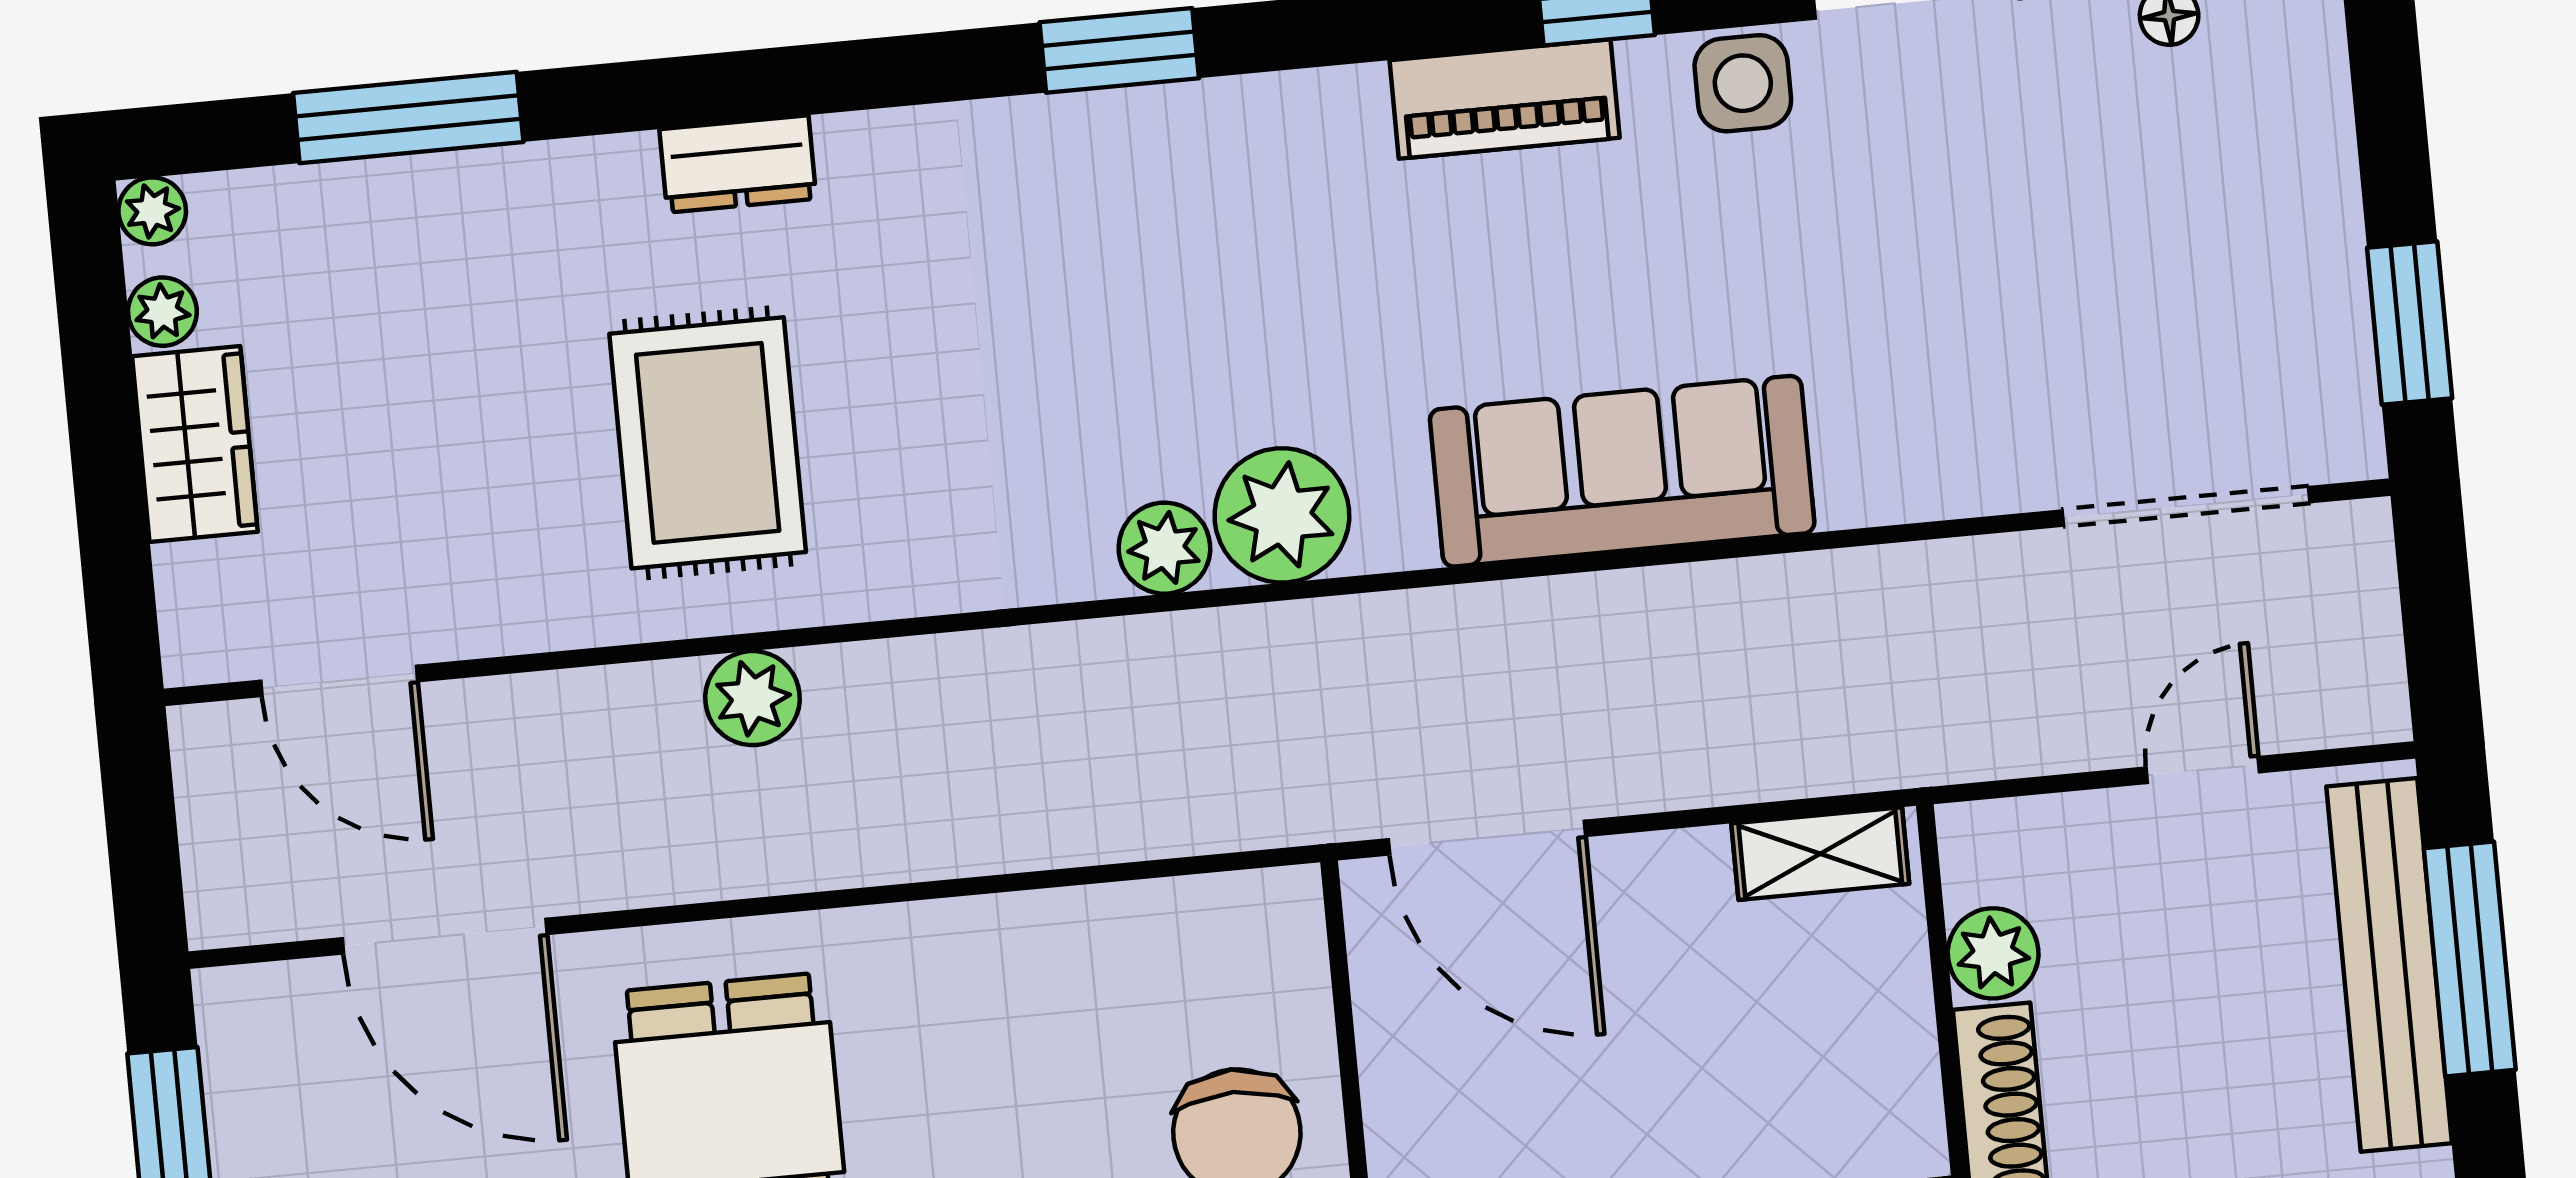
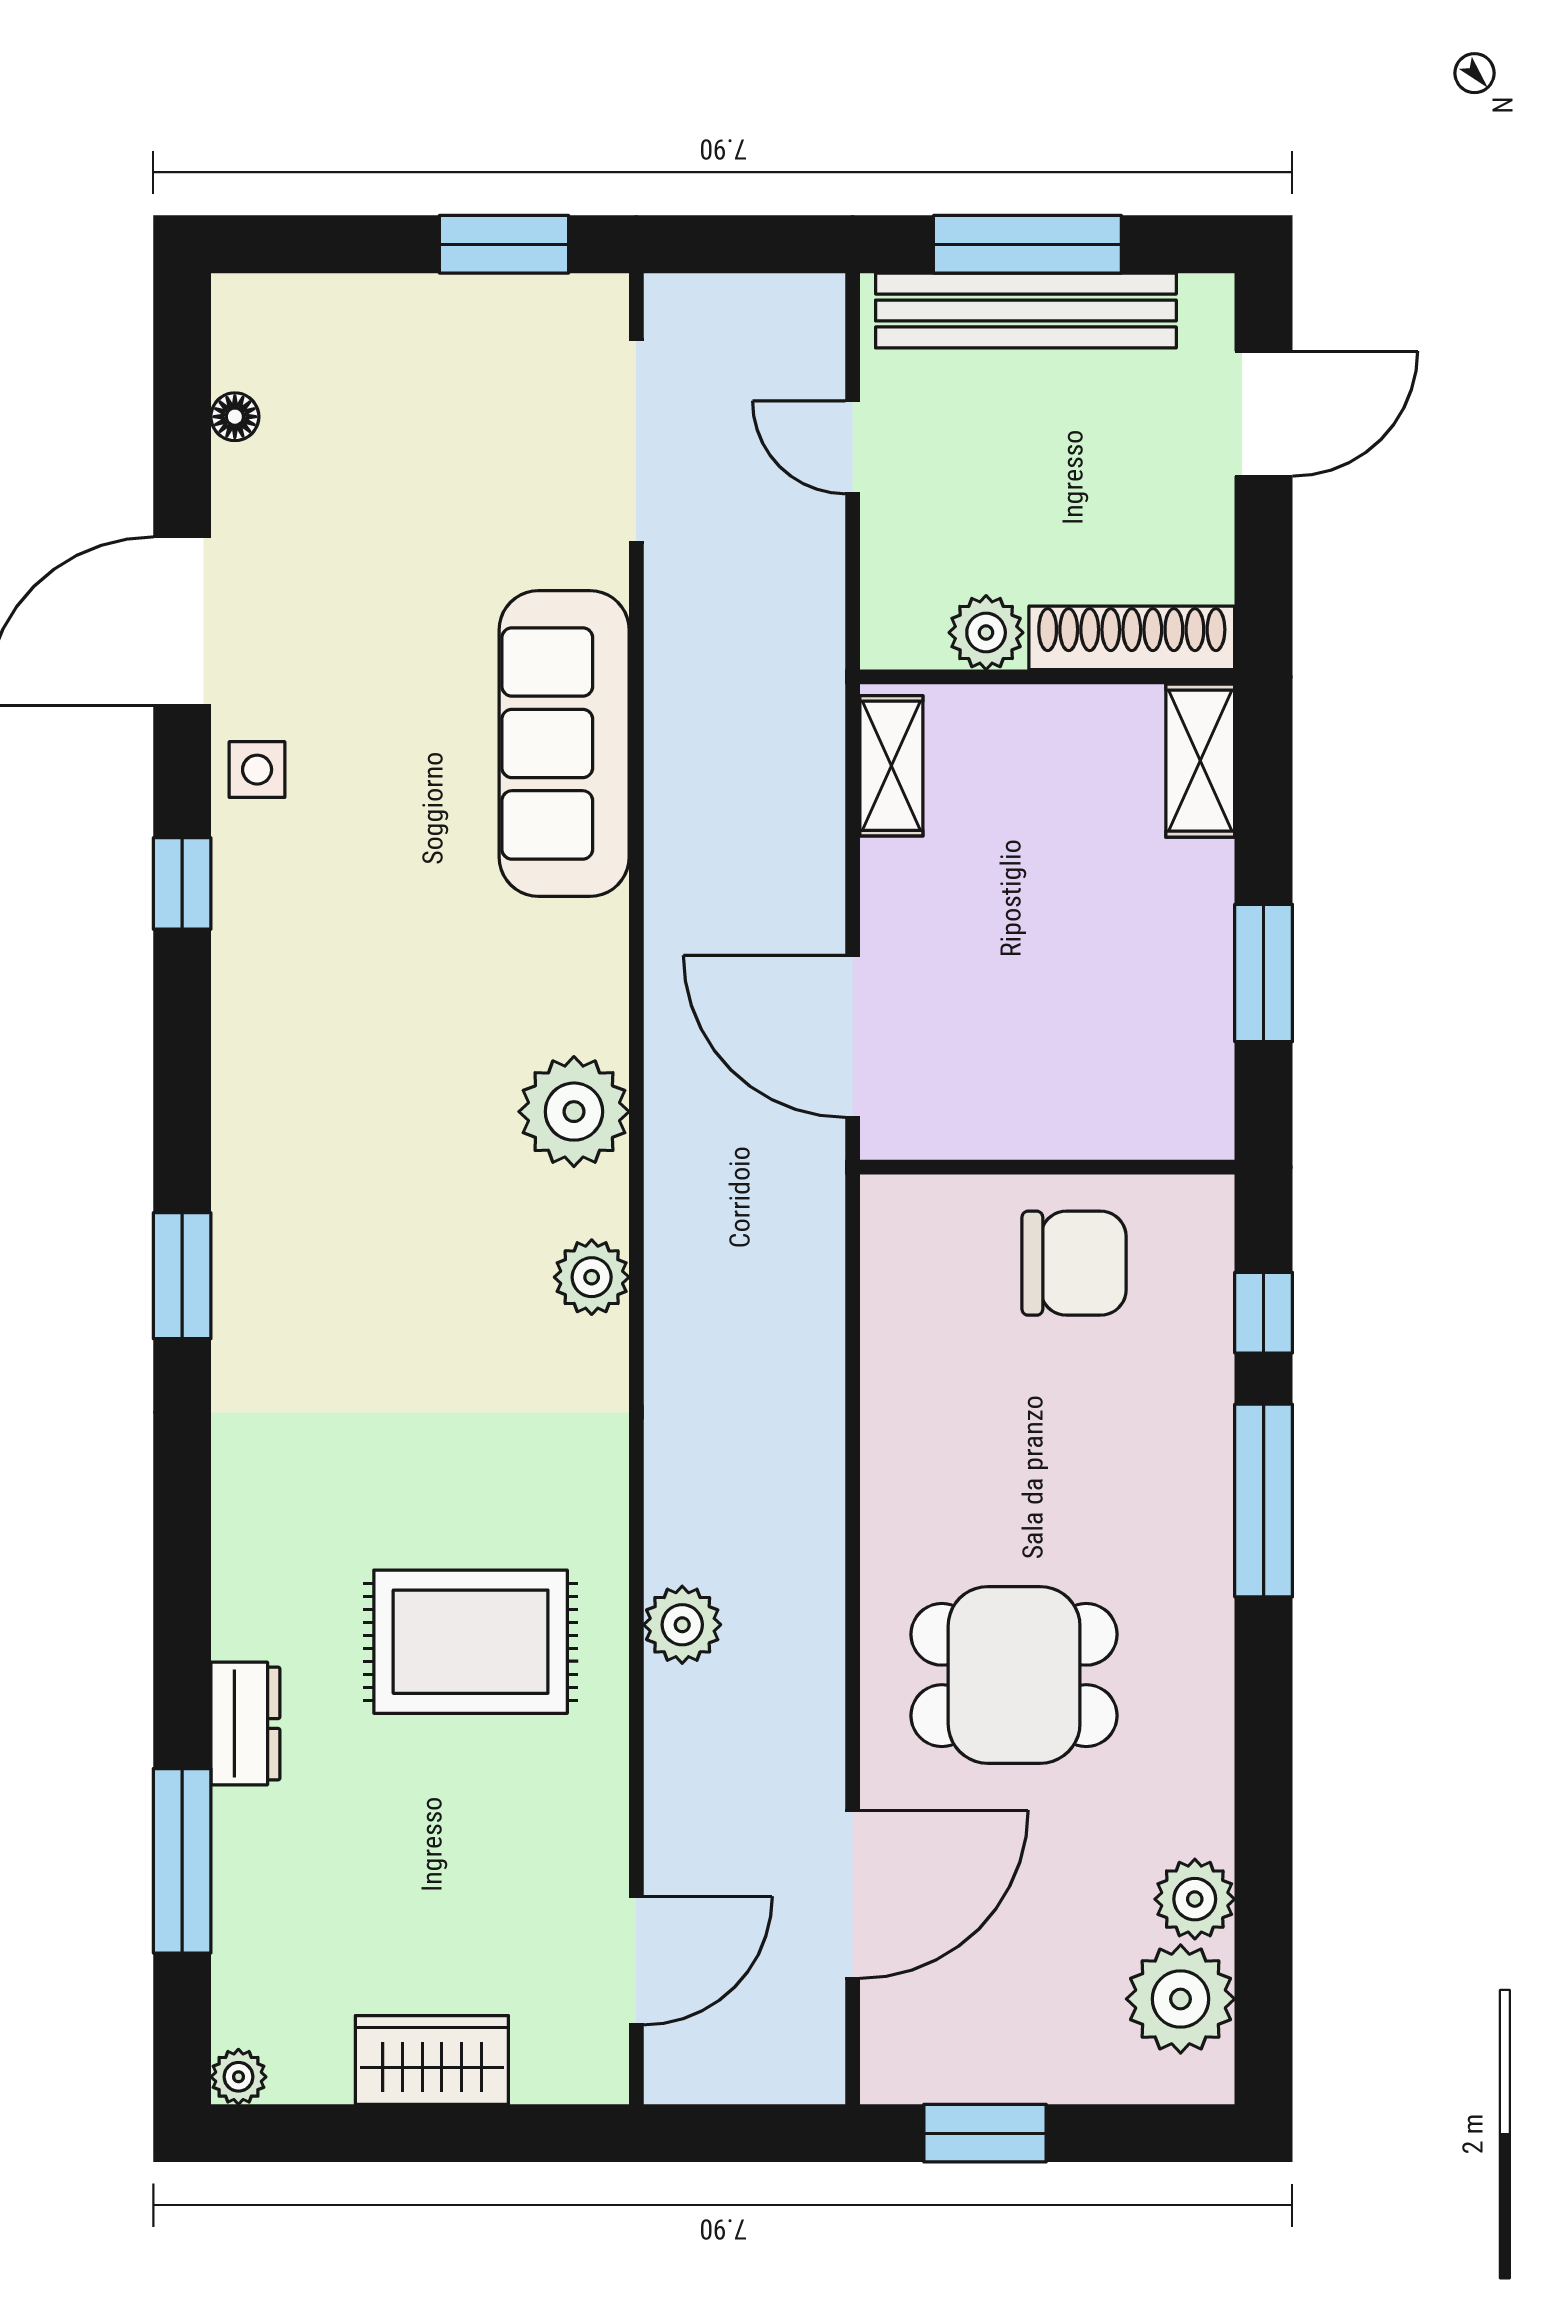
side table: (1743, 83) -> (257, 770), width x0.73, depth x0.73
piano: (1505, 99) -> (252, 965), removed
dresser: (738, 164) -> (245, 1724), moved
plant: (162, 312) -> (321, 2076), removed
sofa: (1622, 471) -> (564, 743), moved
plant: (1282, 515) -> (574, 1112), moved
door: (1487, 838) -> (853, 1036), swing flipped

